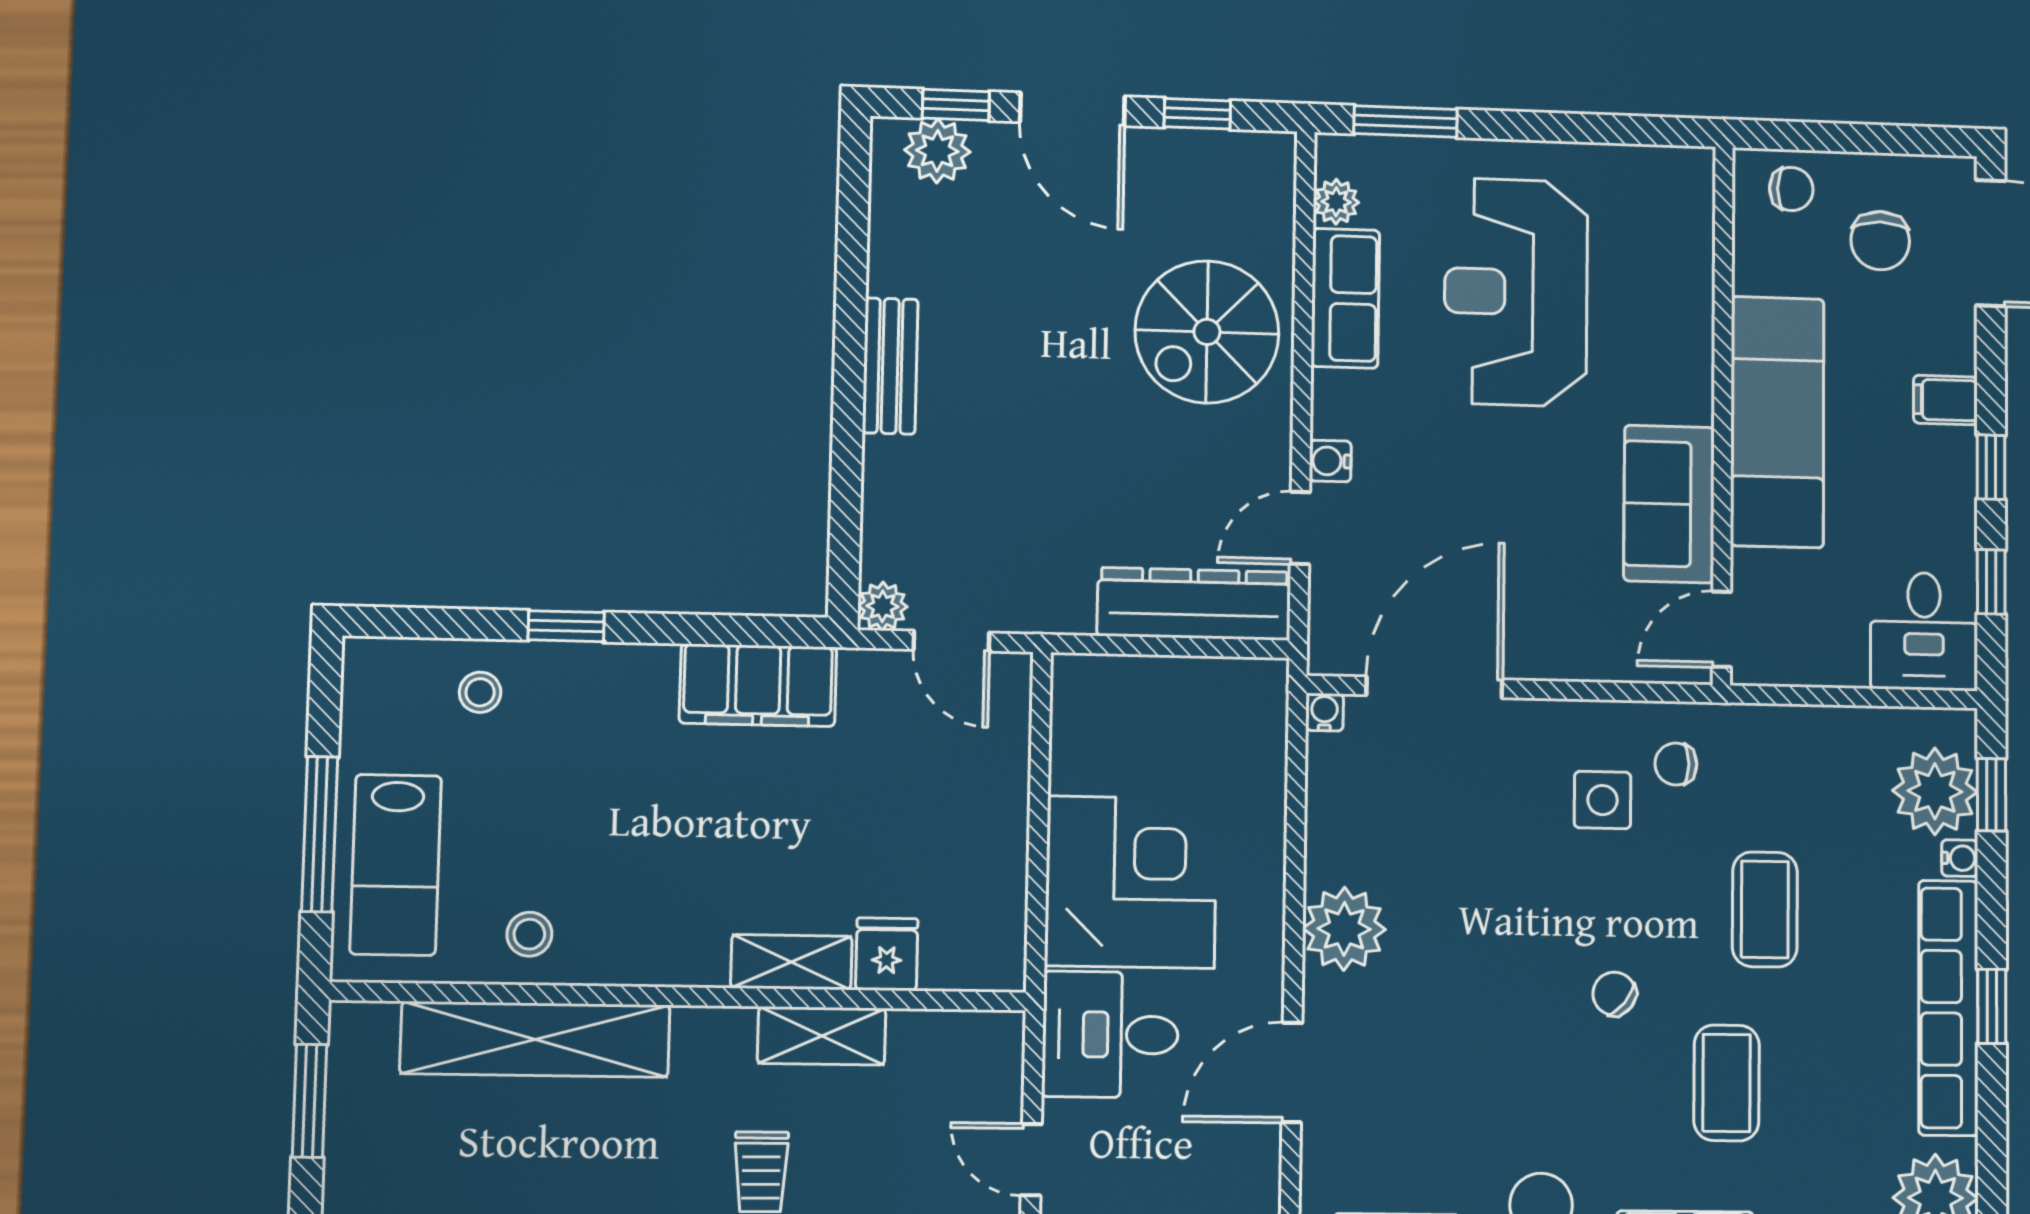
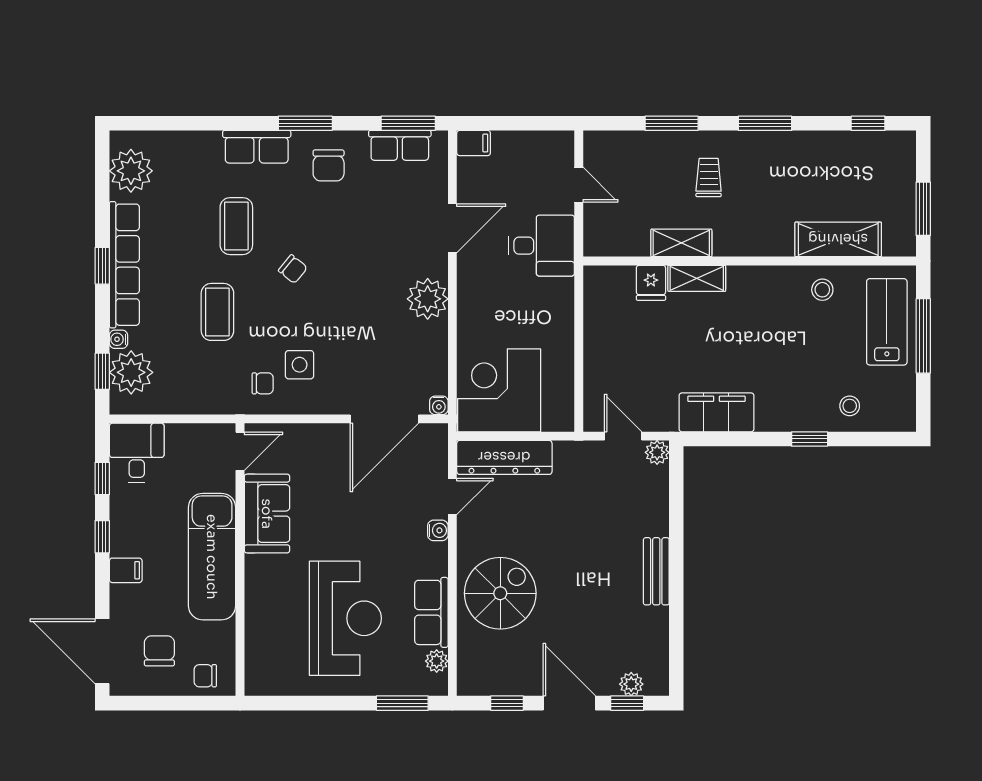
plant: (937, 151) -> (631, 684), width x0.73, depth x0.73
corner desk: (1131, 882) -> (499, 390), moved, turned 90
shelving: (535, 1039) -> (838, 239), width x0.68

